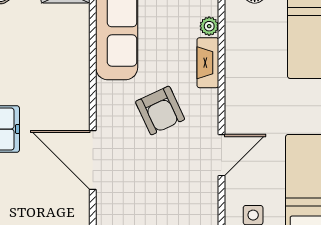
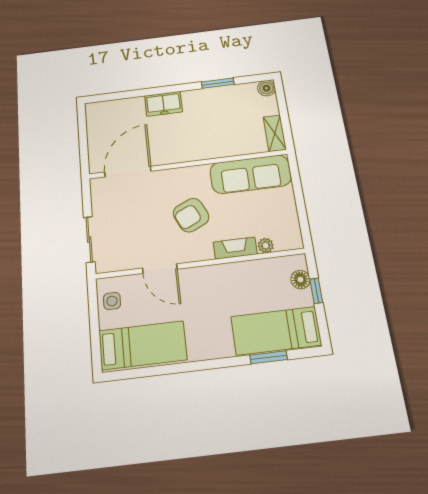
door: (93, 160) -> (128, 172), moved

